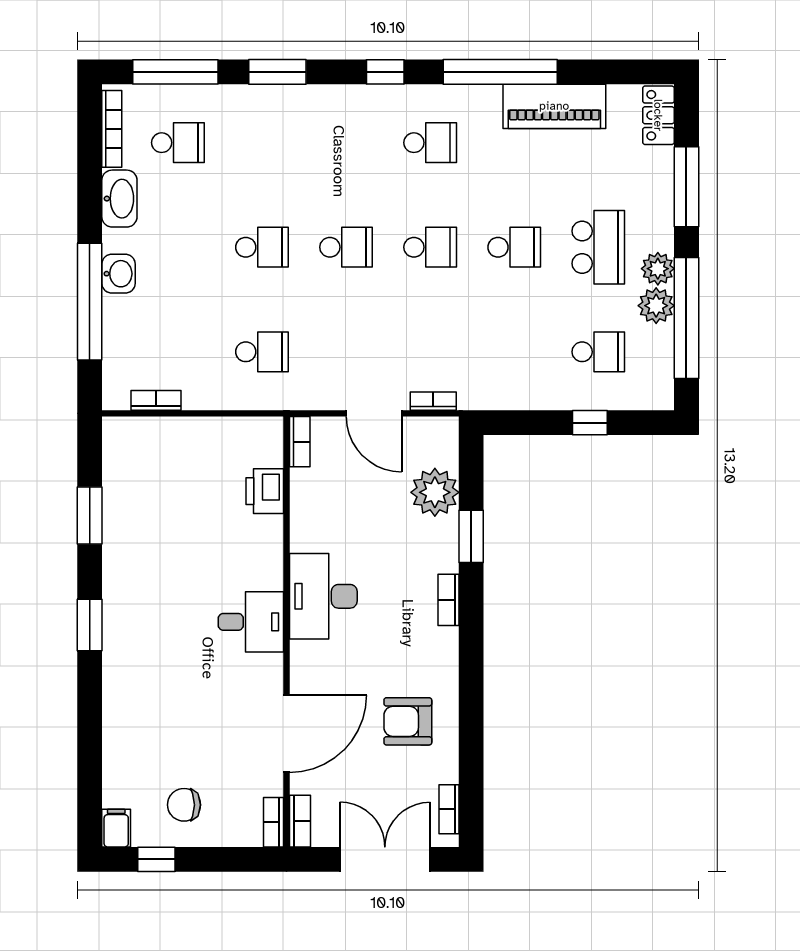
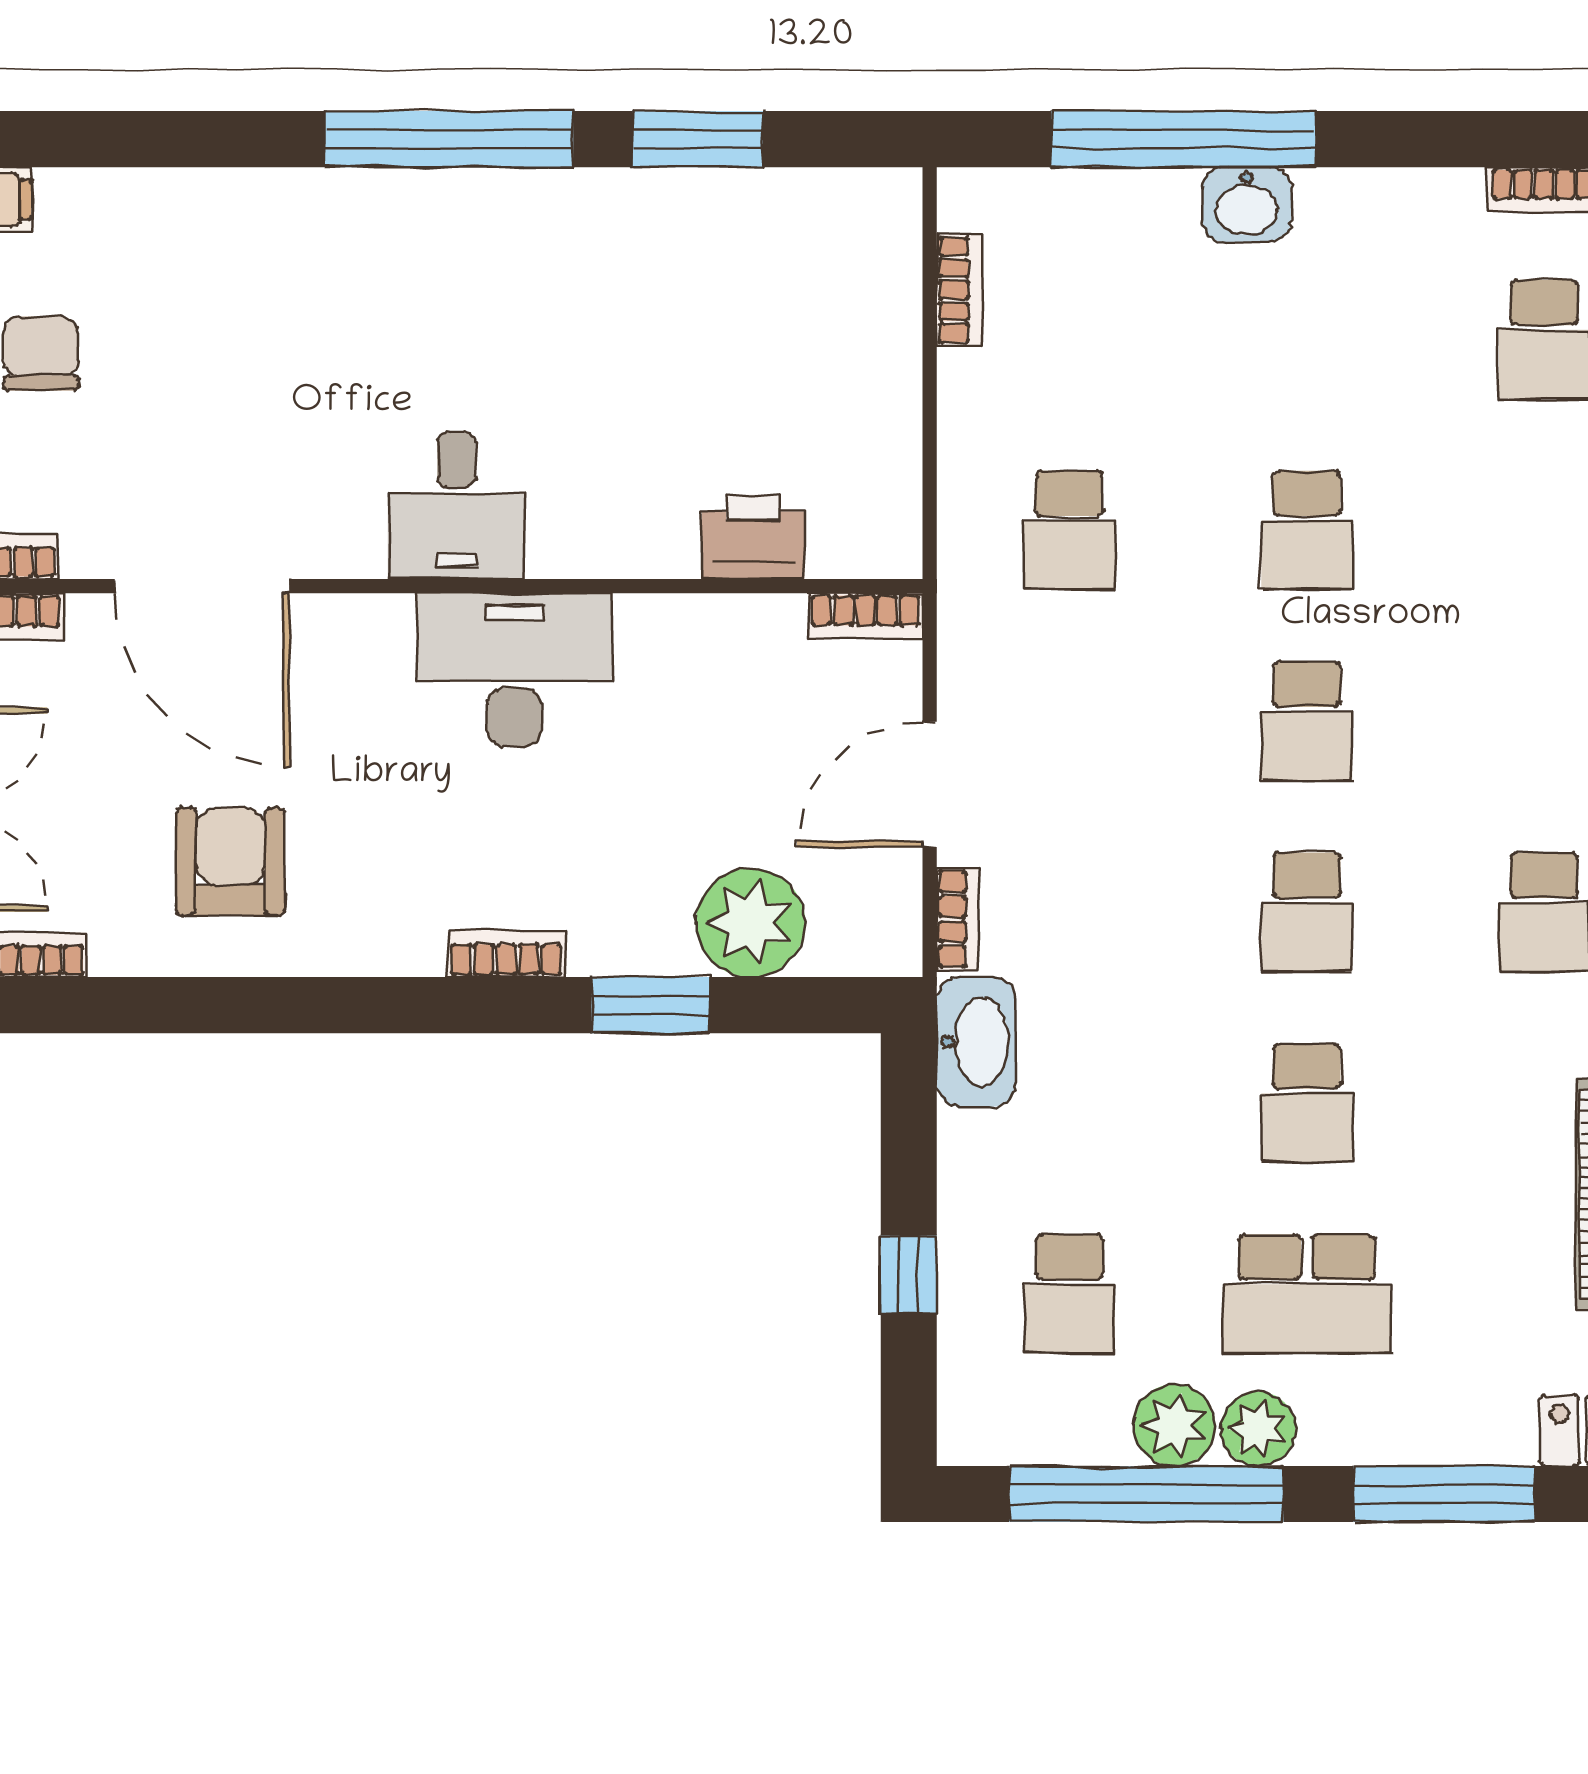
washbasin: (119, 199) -> (976, 1042), moved, turned -90
window: (90, 625) -> (449, 139), width x2.11

